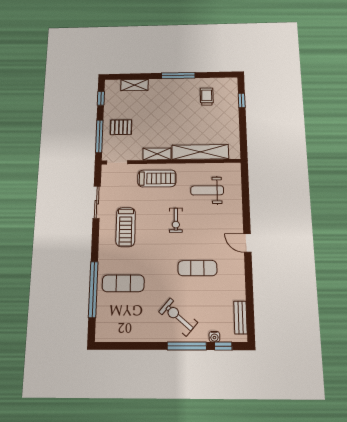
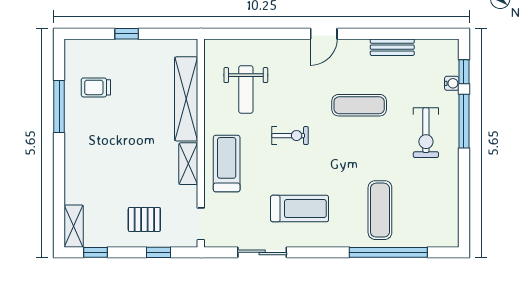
window: (178, 76) -> (59, 107), moved
shelving: (135, 85) -> (74, 226), moved
window: (242, 100) -> (127, 34), moved
pallet: (121, 127) -> (144, 219), turned 90
window: (99, 136) -> (159, 252), width x0.46
exercise mat: (197, 268) -> (359, 105), turned 90
exercise bike: (178, 317) -> (426, 133), turned -41
bench: (240, 317) -> (392, 47), moved

